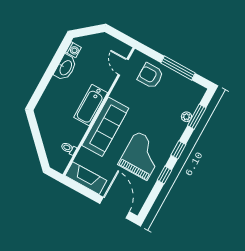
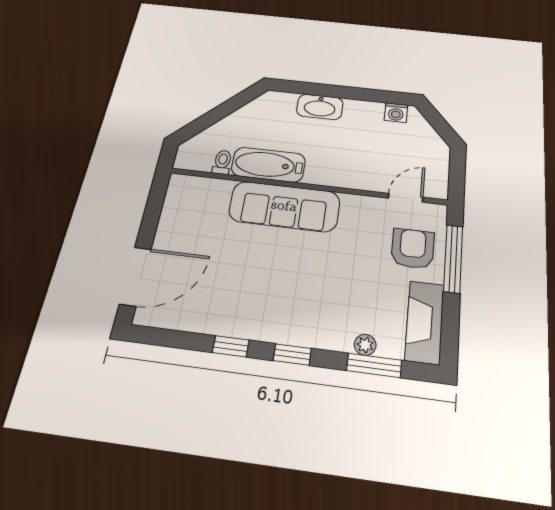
washbasin: (65, 68) -> (320, 107), moved
window: (178, 68) -> (453, 259), moved
bathtub: (91, 105) -> (268, 165), moved
grand piano: (142, 156) -> (254, 289), removed
fireplace: (86, 178) -> (425, 322), moved, turned 180

